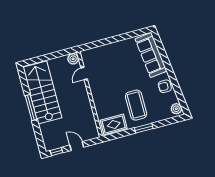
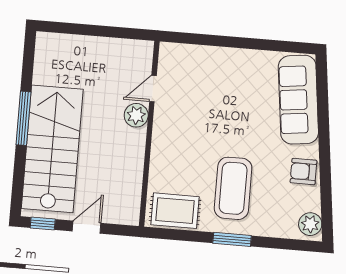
plant: (73, 59) -> (136, 115), moved
stairs: (42, 93) -> (52, 149), moved
door: (77, 146) -> (87, 227), hinge flipped

